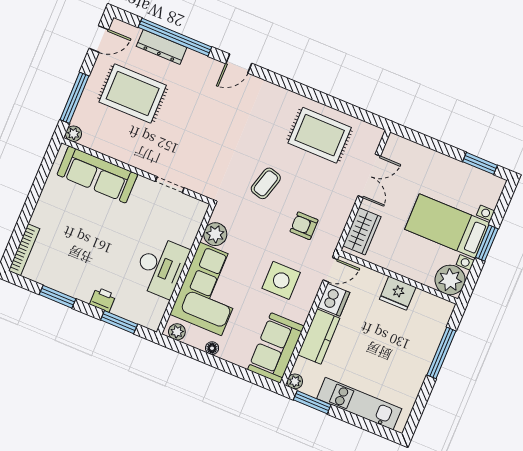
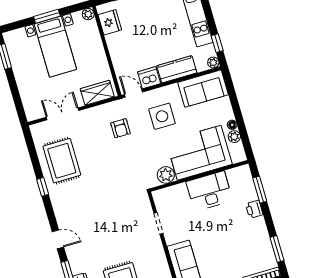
window: (308, 92) -> (43, 187), added
coffee table: (266, 183) -> (114, 169), removed
plant: (450, 280) -> (88, 14), width x0.53, depth x0.53
fridge: (398, 293) -> (110, 22), moved
window: (58, 297) -> (277, 249), moved
plant: (177, 332) -> (234, 137), moved
window: (312, 402) -> (217, 43), width x0.67

